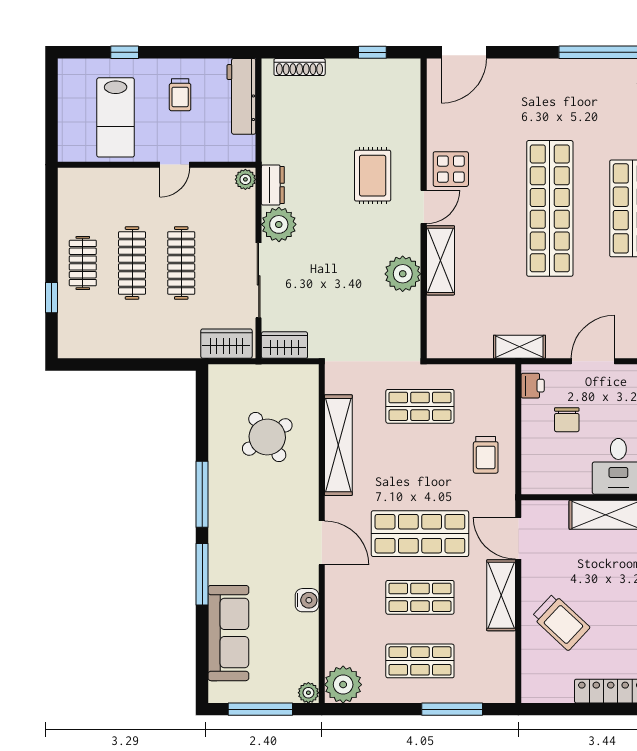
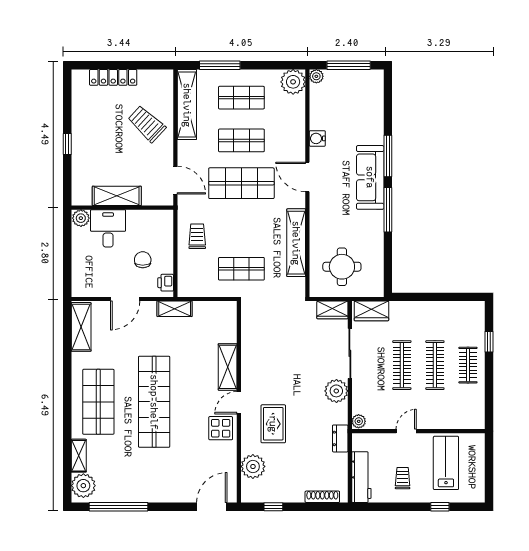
dresser: (273, 185) -> (340, 438), moved
plant: (403, 274) -> (253, 466), moved
round table: (267, 437) -> (342, 267), moved, turned 33
shelving: (501, 595) -> (187, 105), moved, width x1.47
sofa: (228, 633) -> (370, 177), moved

